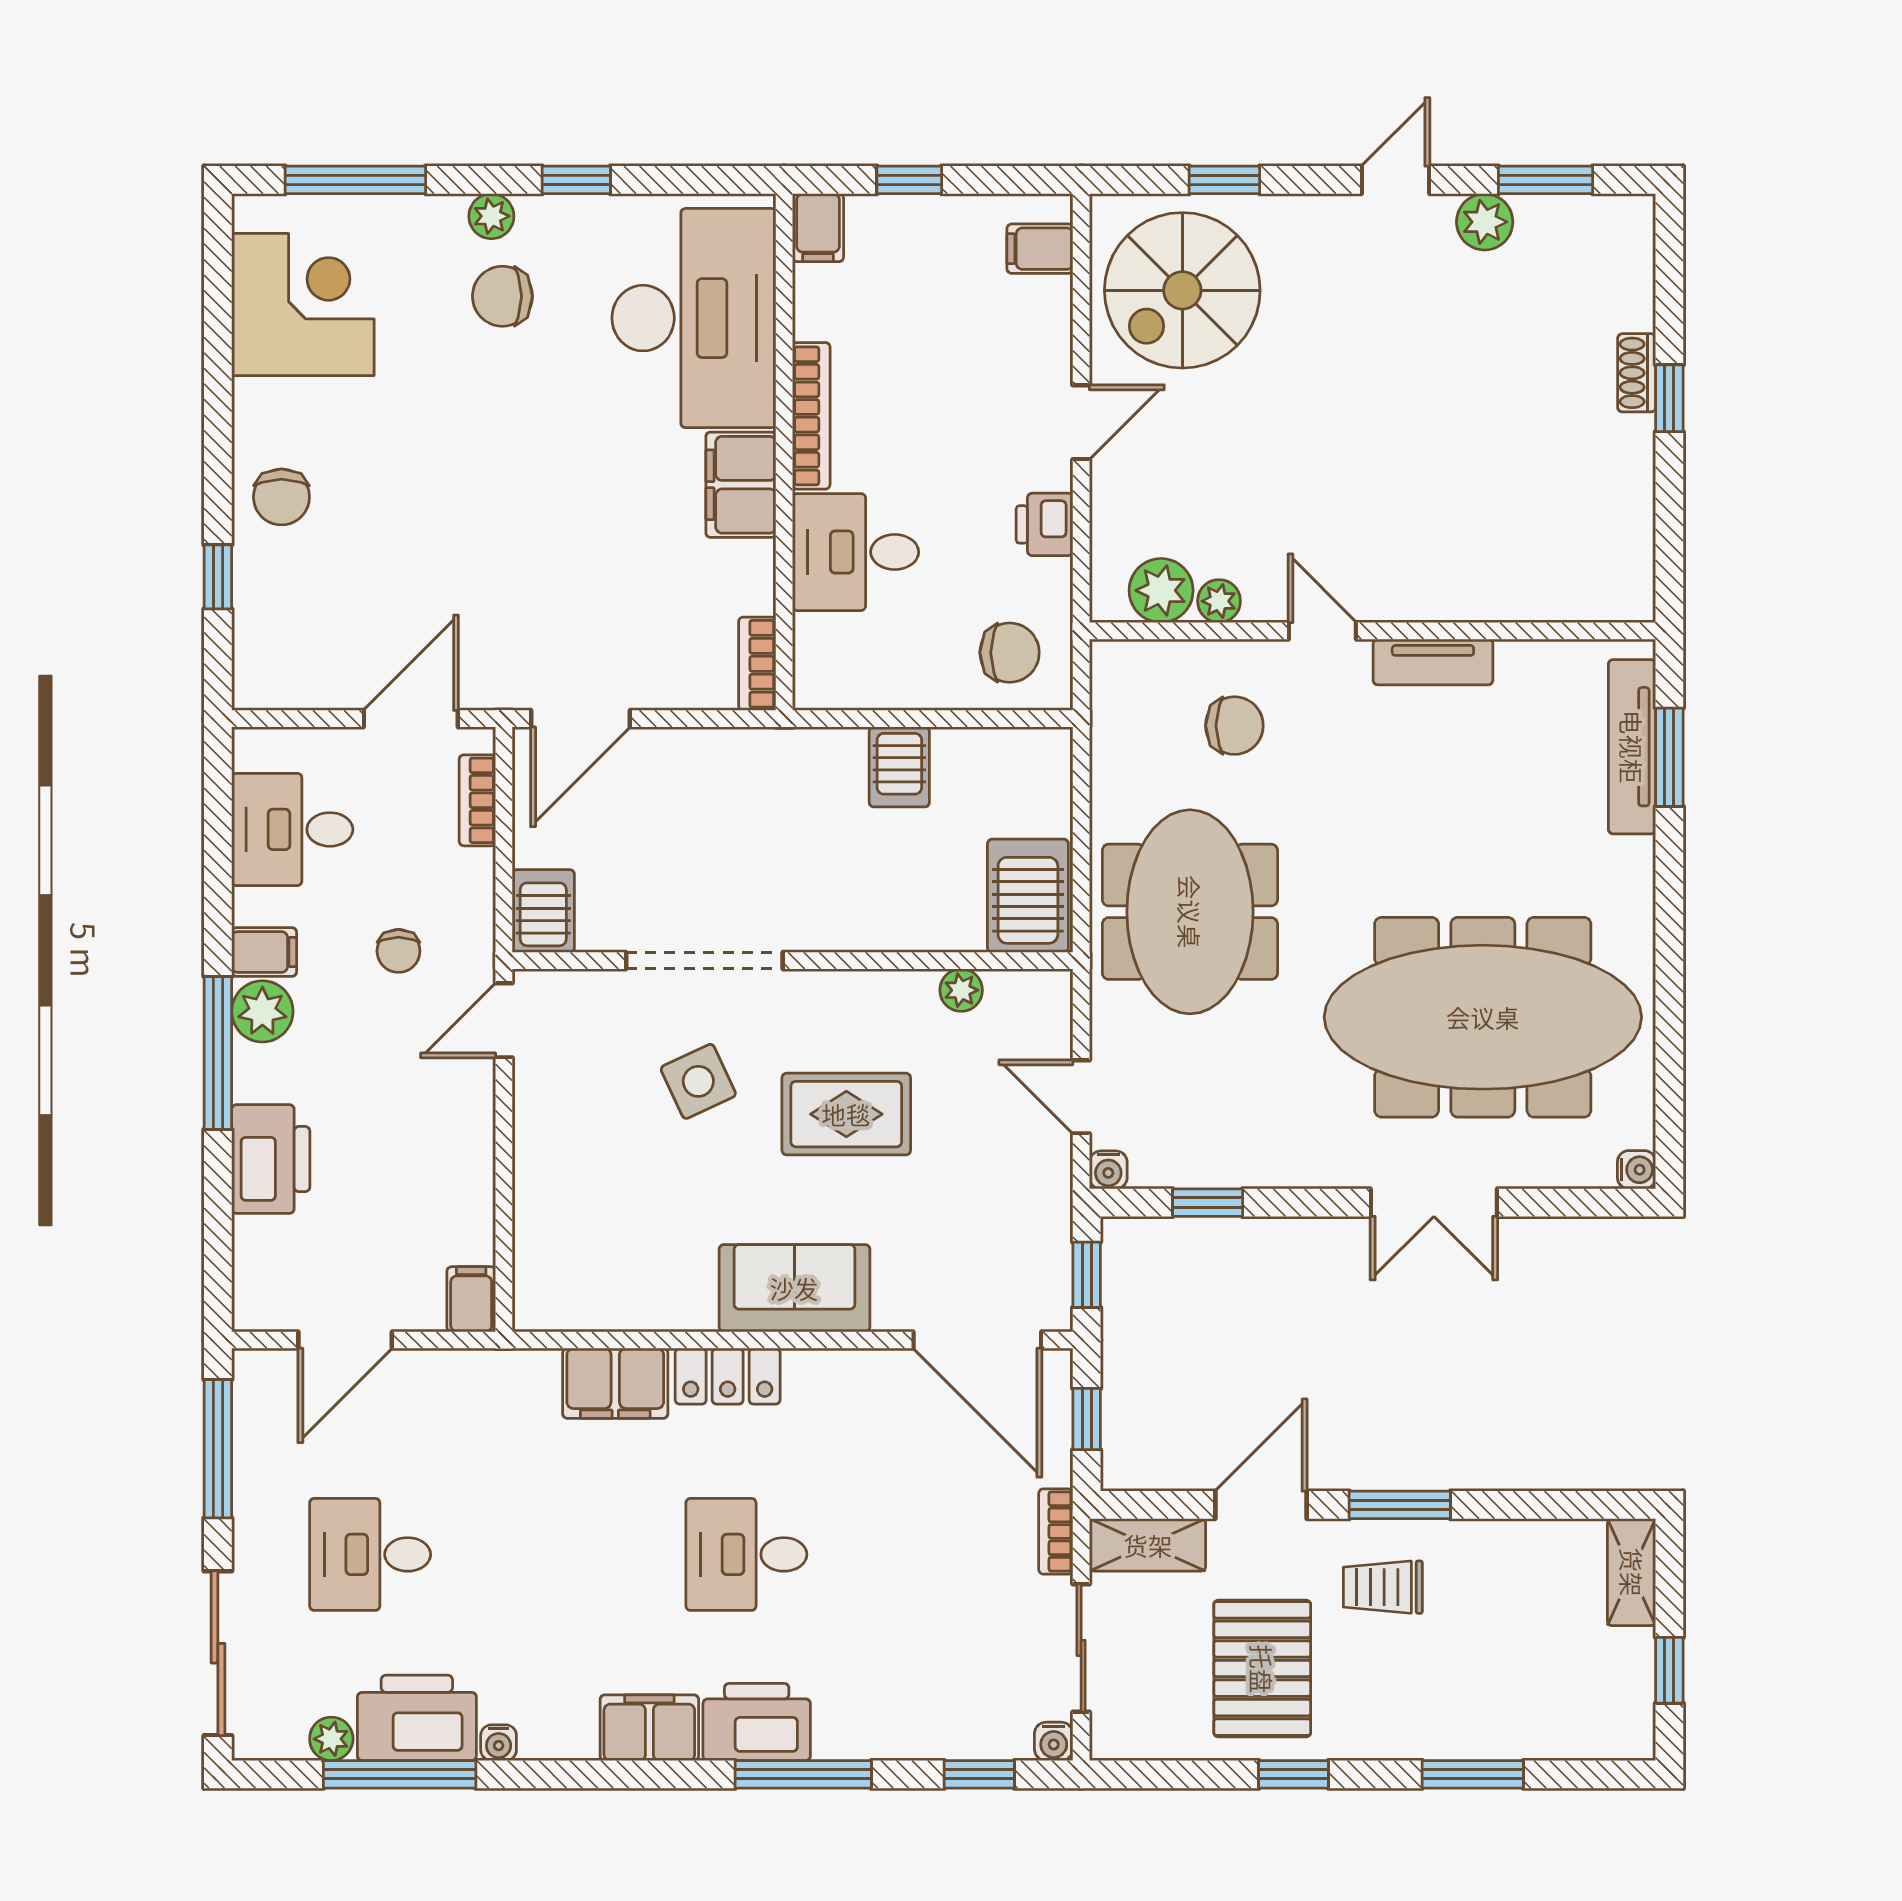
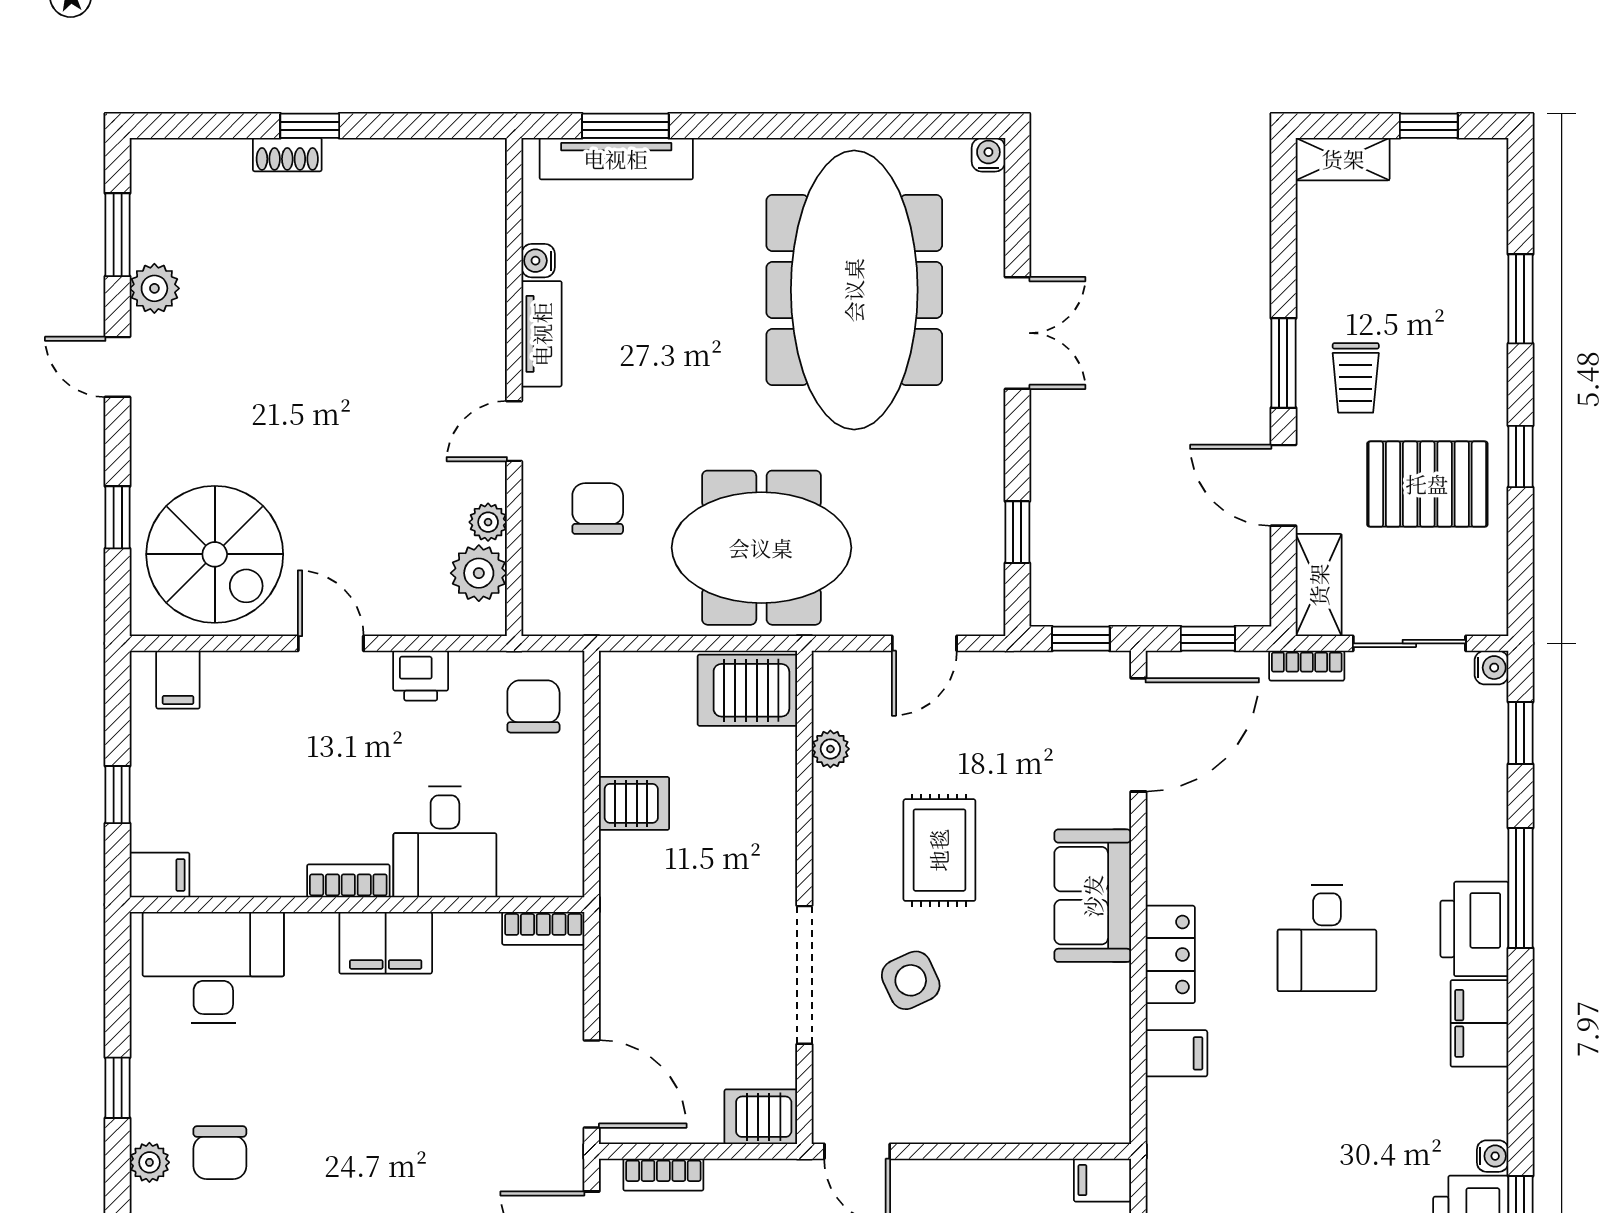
desk: (694, 318) -> (213, 967), width x0.73, depth x0.77
bookcase: (811, 416) -> (348, 881), width x0.64
water cooler: (1108, 1170) -> (538, 261), moved, turned 180
filing cabinet: (615, 1383) -> (1176, 1053), width x0.50

